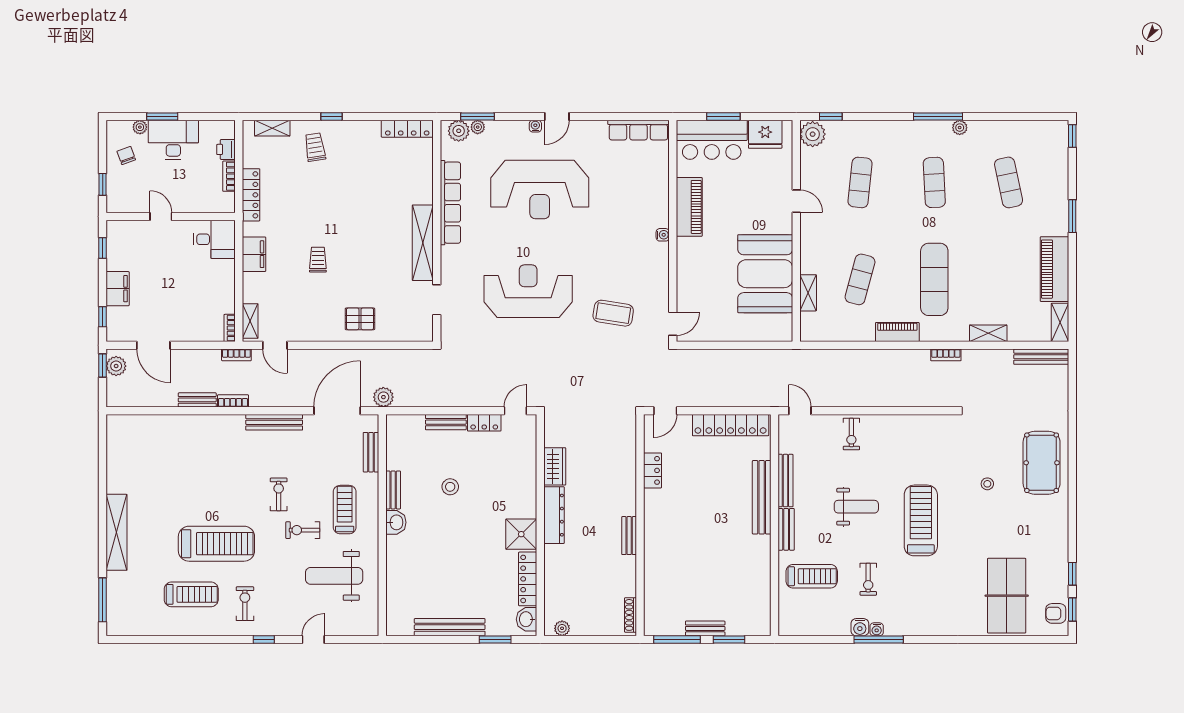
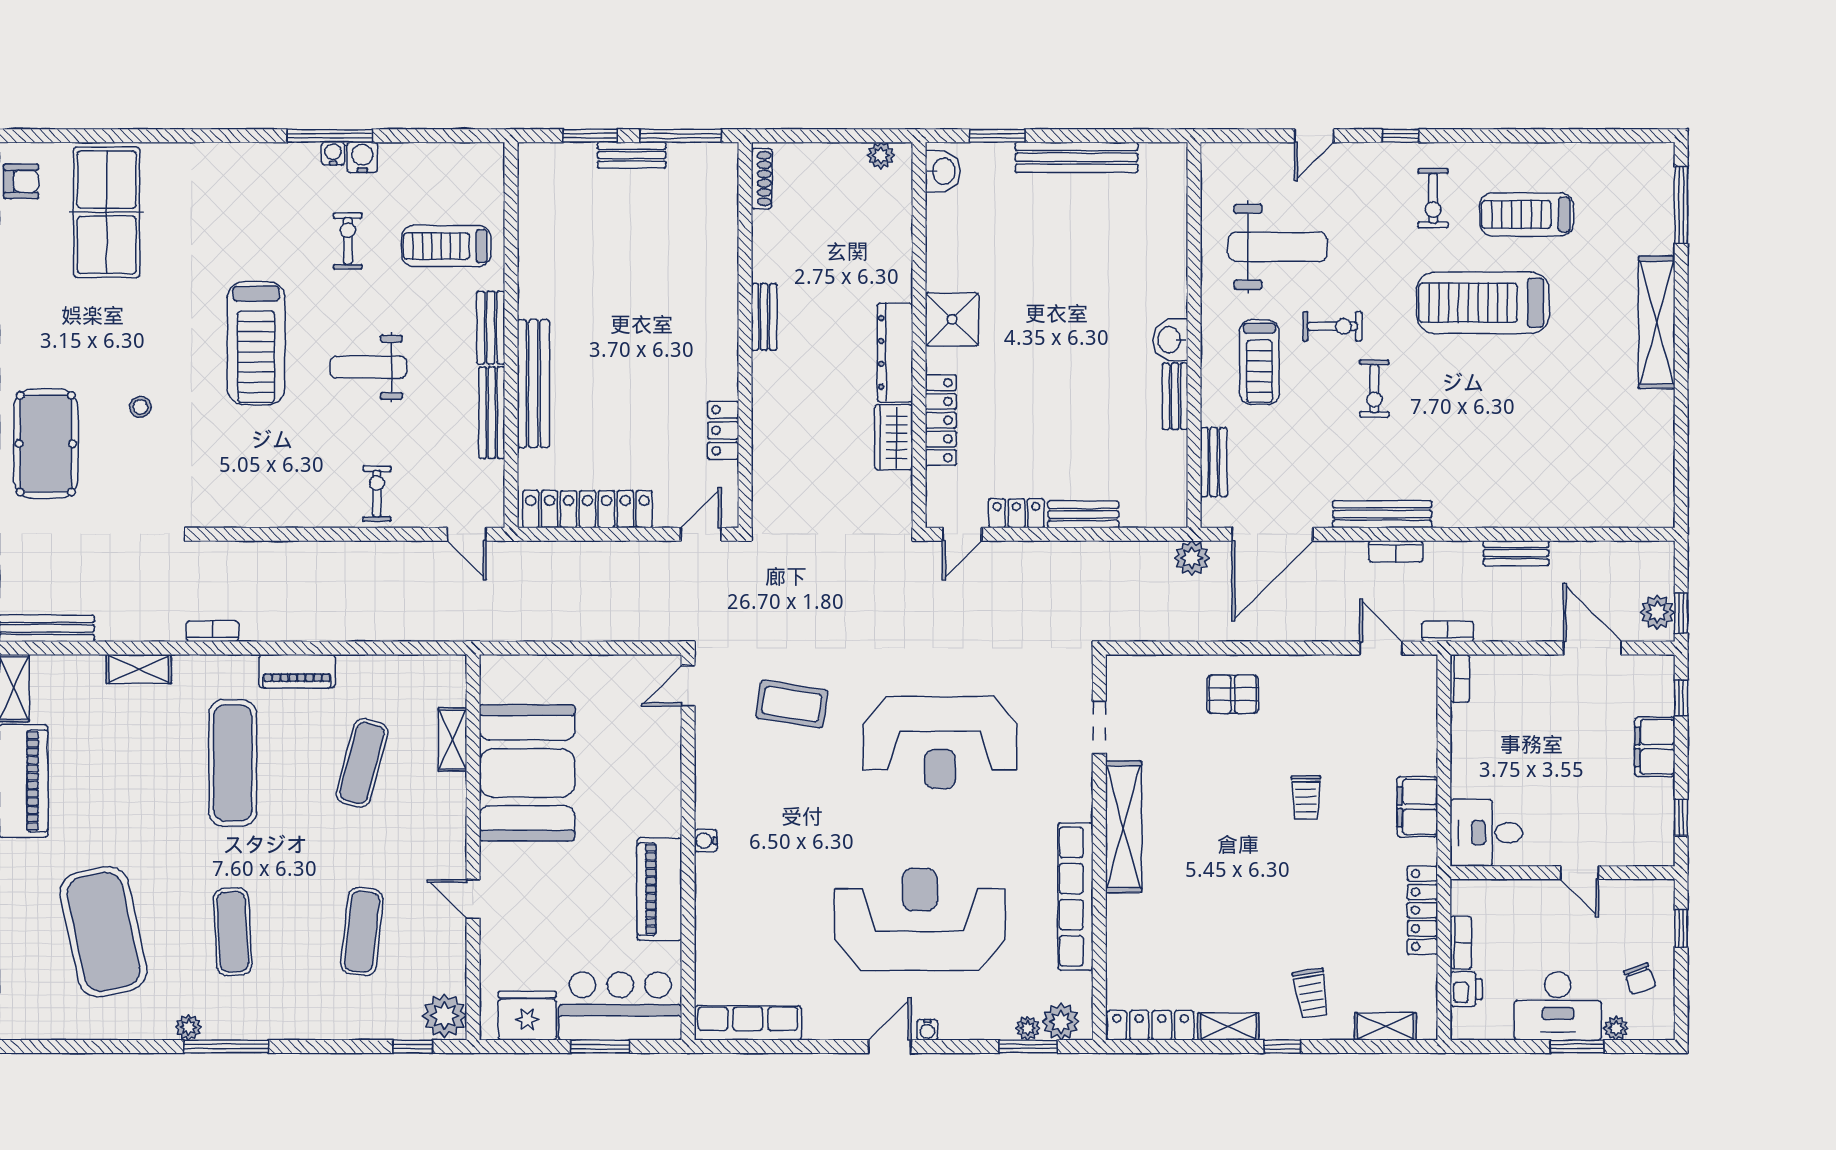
exercise mat: (1009, 182) -> (103, 932), width x2.00, depth x1.45
shelving: (250, 321) -> (1228, 1027), moved, turned 90
bookcase: (233, 401) -> (1396, 551), moved
stool: (450, 487) -> (1076, 402), removed
locker: (528, 579) -> (941, 420), moved

